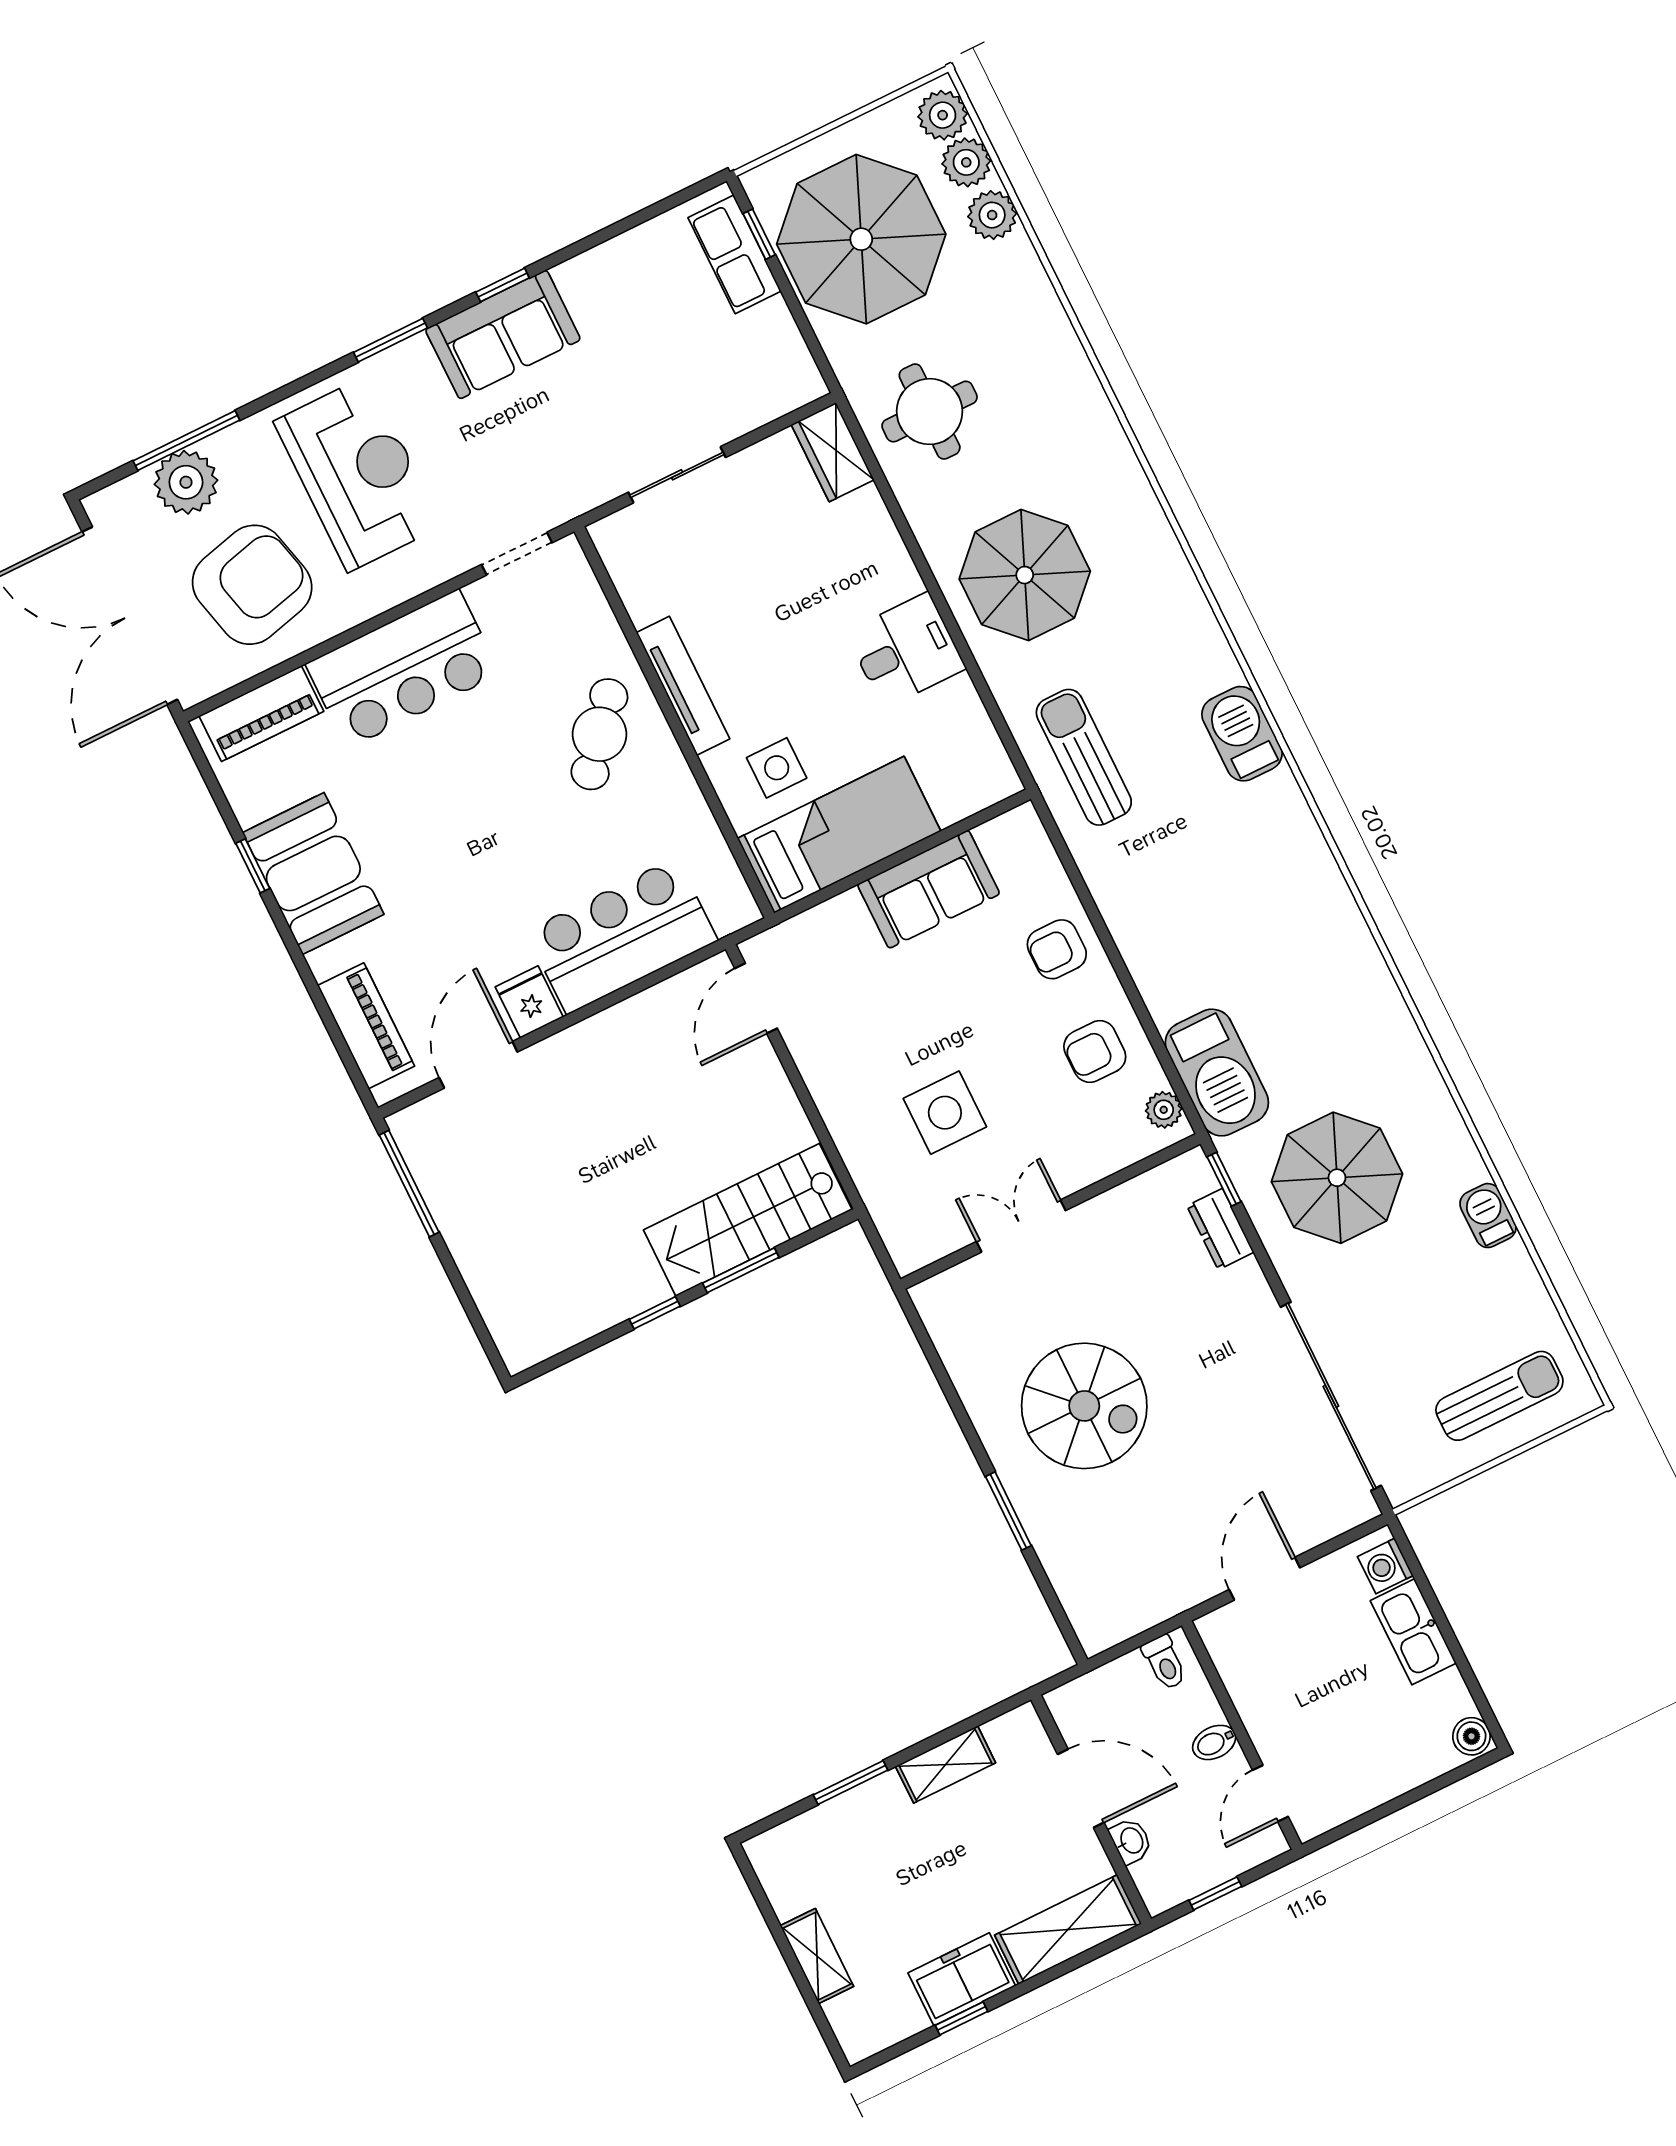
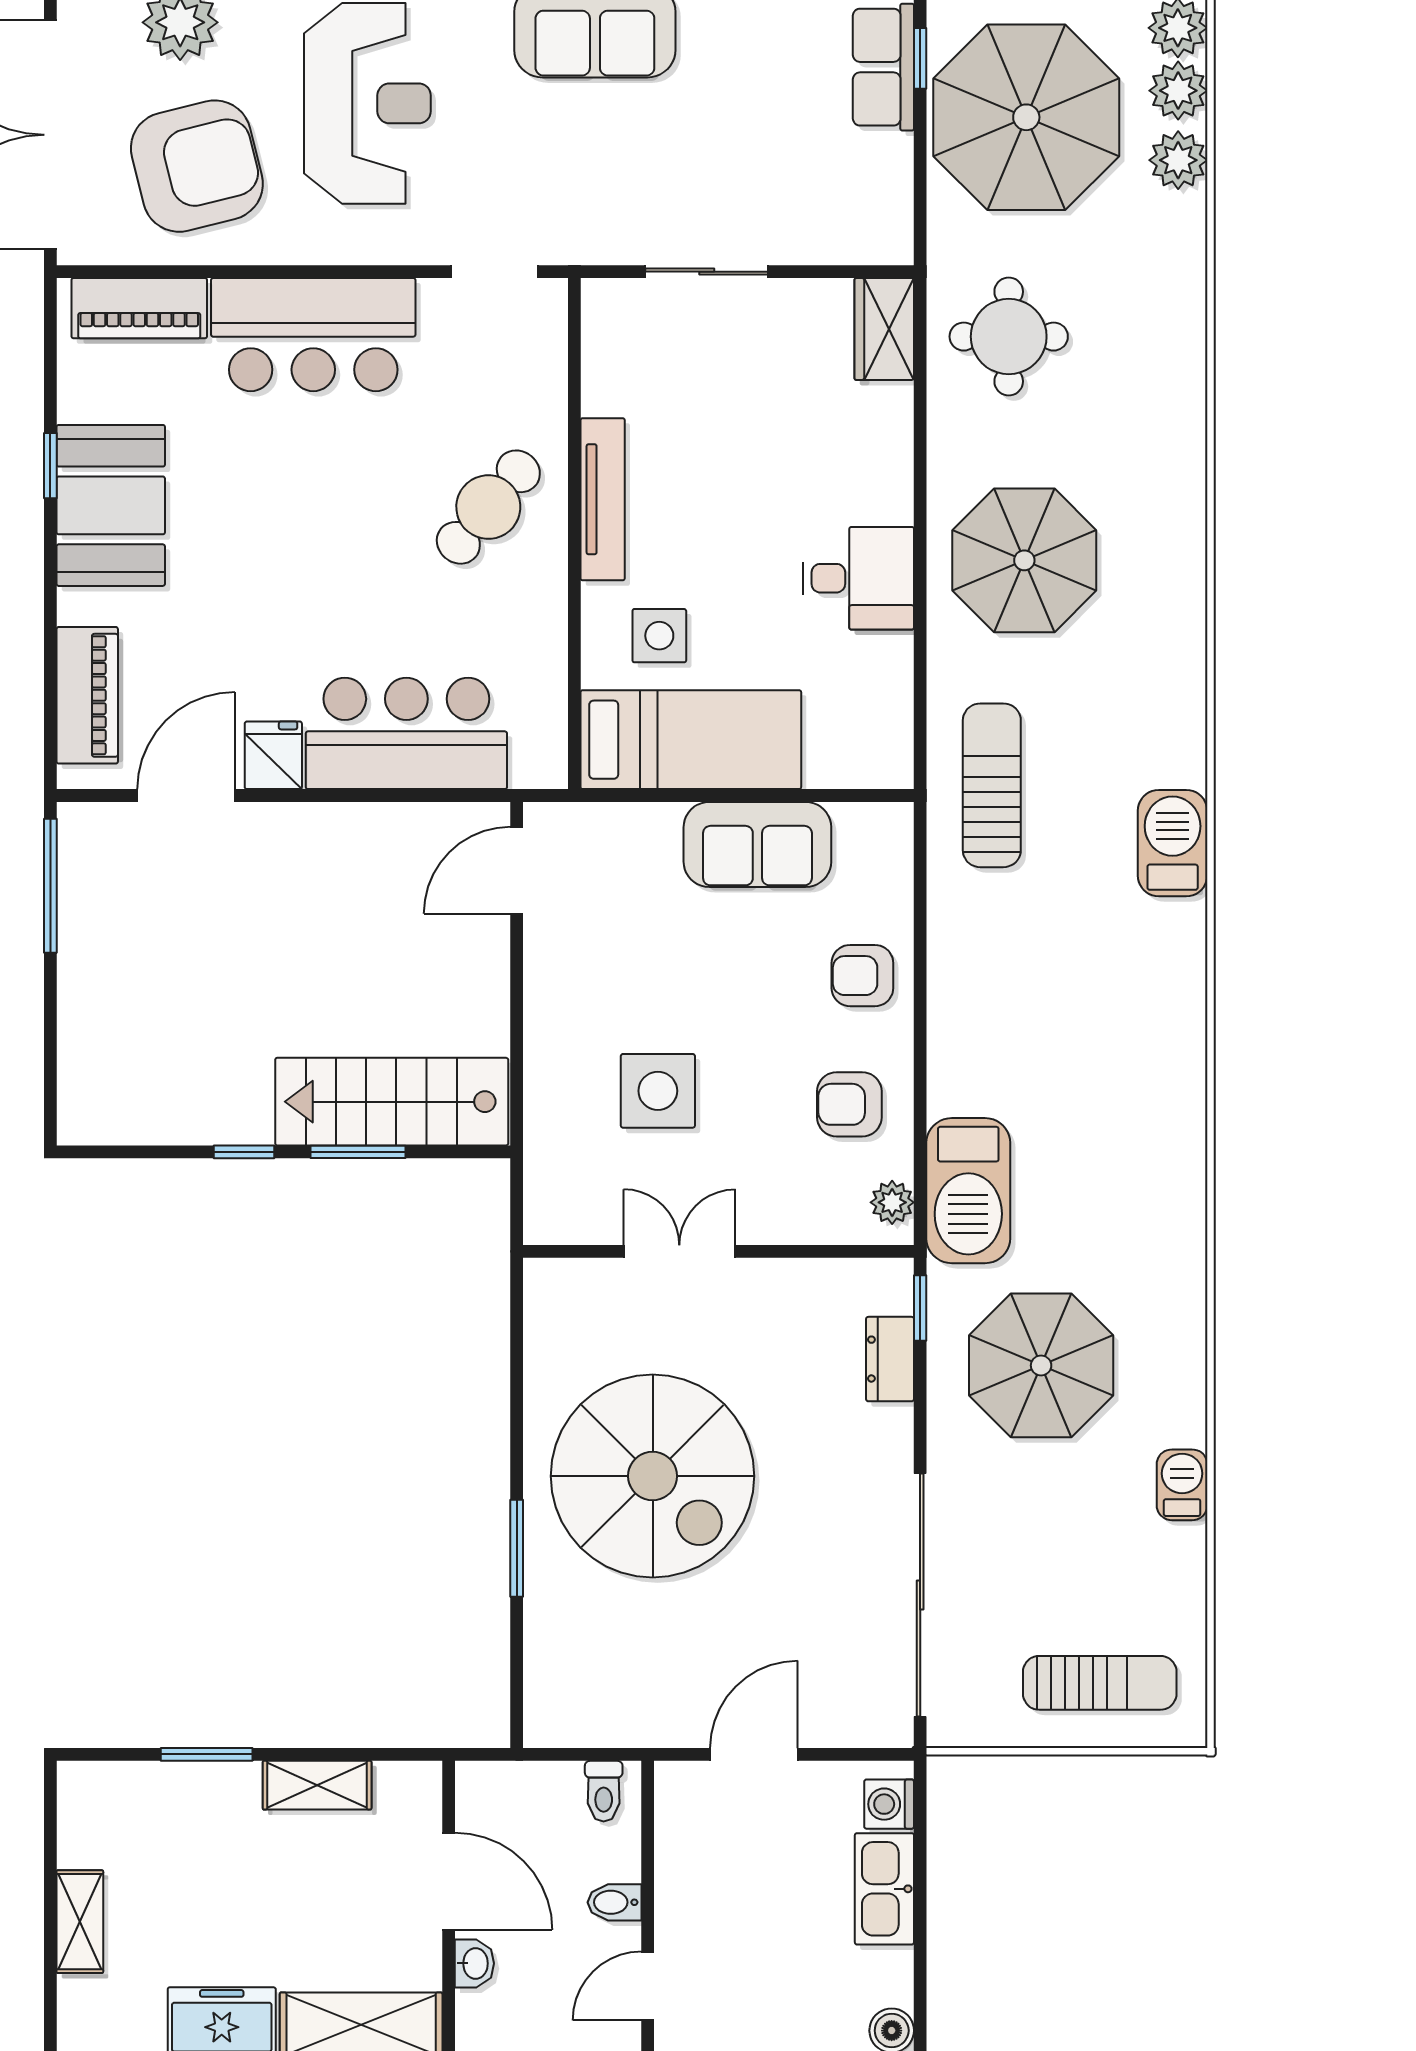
spiral stairs: (1084, 1406) -> (653, 1476), width x1.37, depth x1.37

